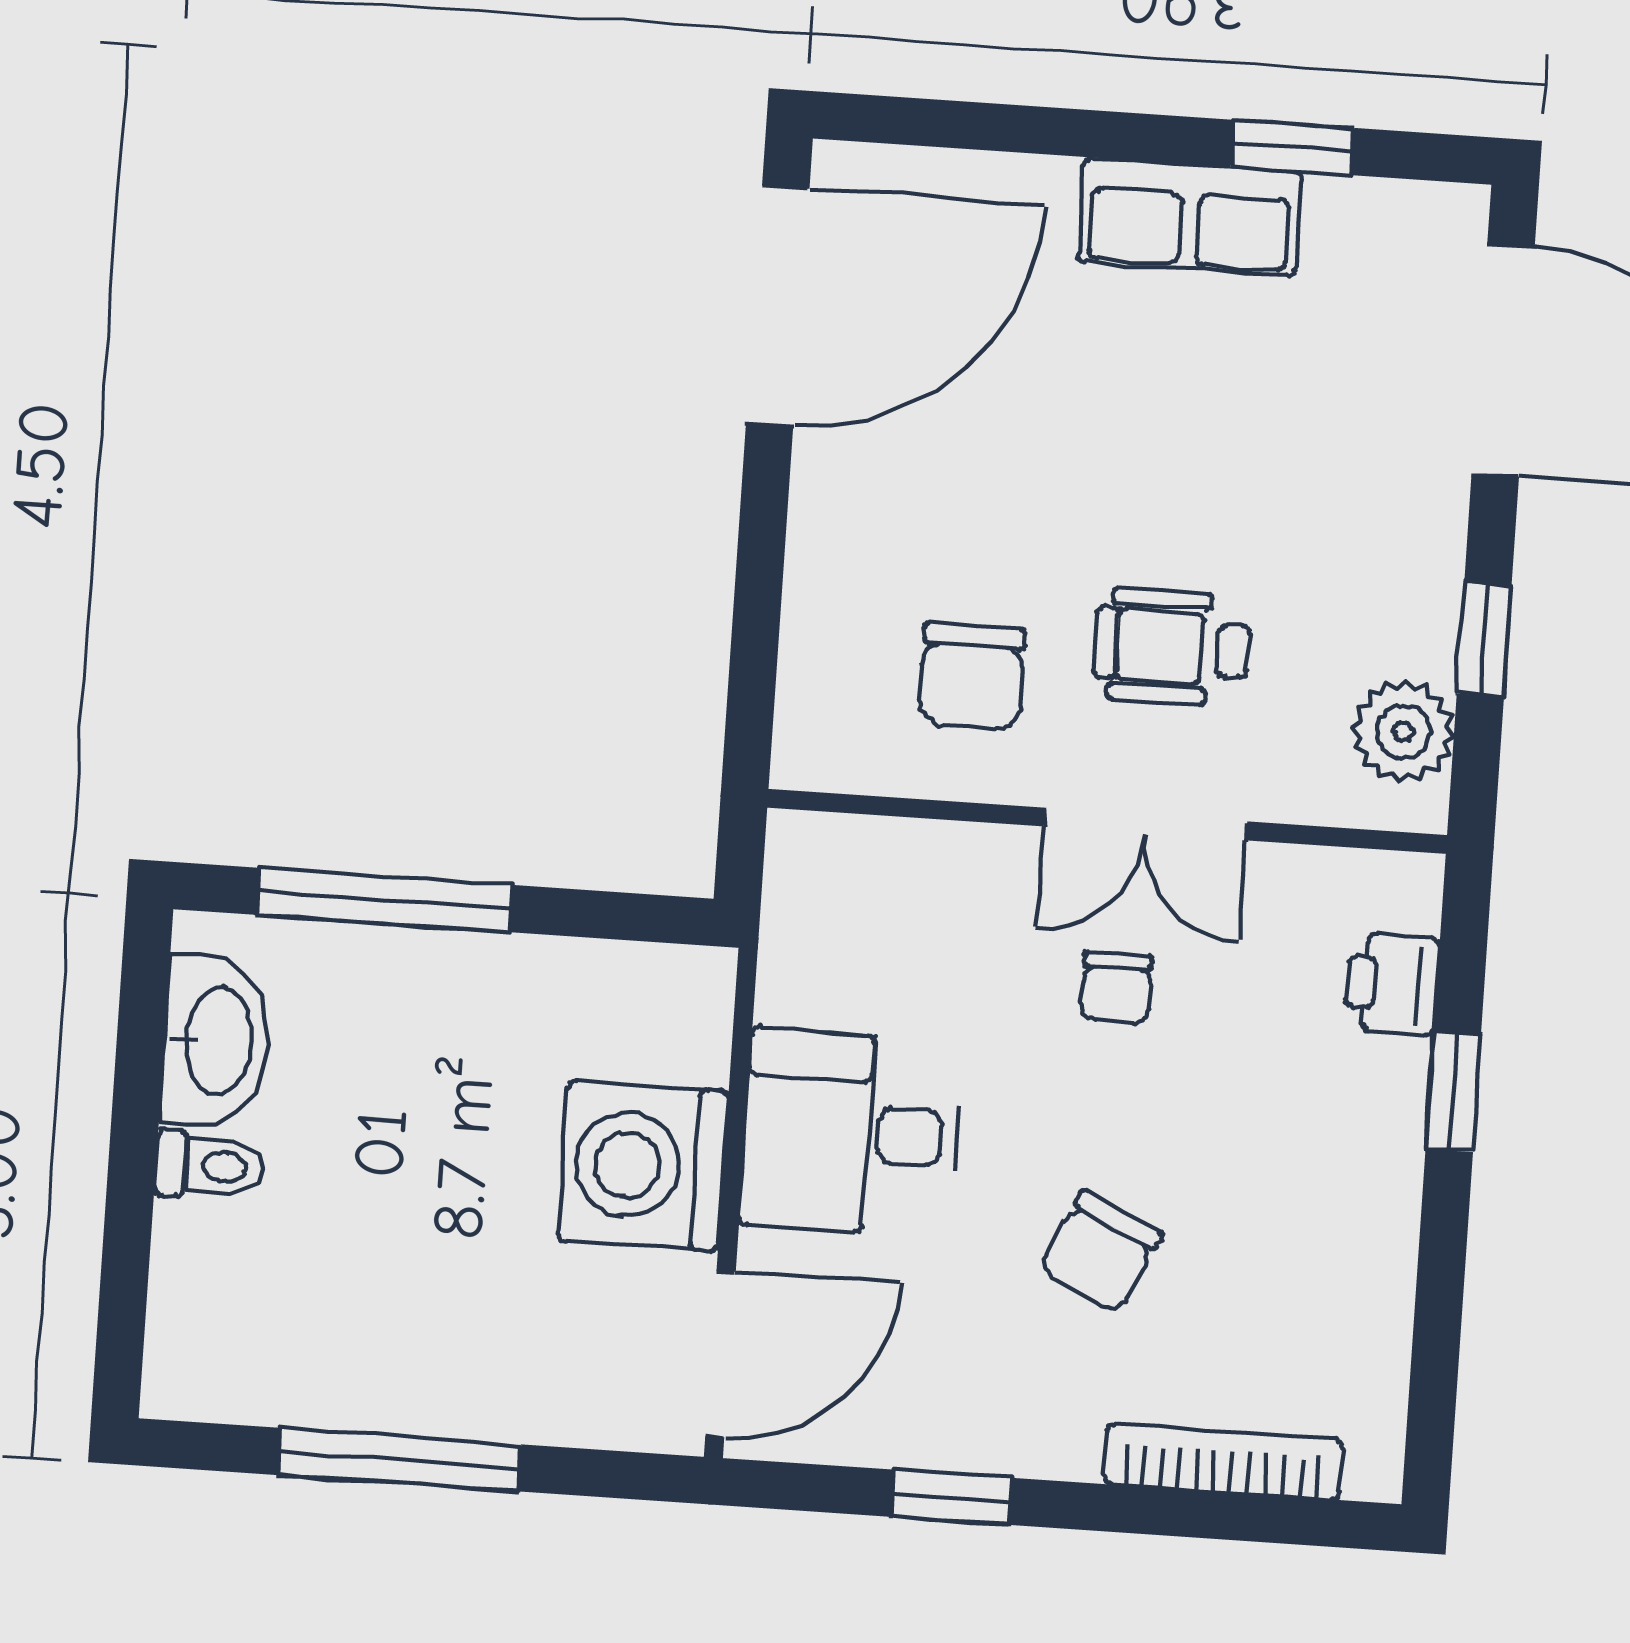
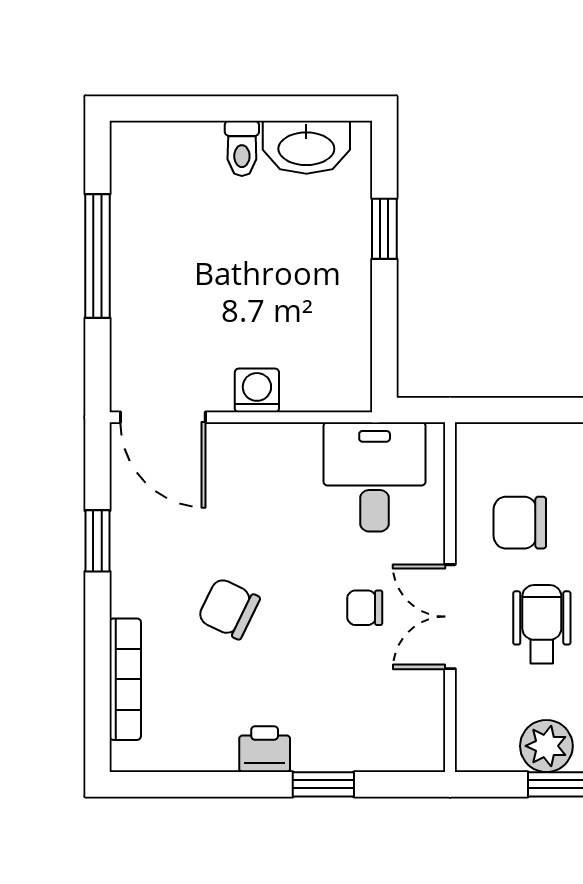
plant: (1403, 732) -> (546, 746), moved
window: (384, 900) -> (384, 229), width x0.46
printer: (1392, 984) -> (265, 749), moved
desk: (852, 1133) -> (375, 477), moved
washing machine: (643, 1166) -> (257, 390), width x0.53, depth x0.53

